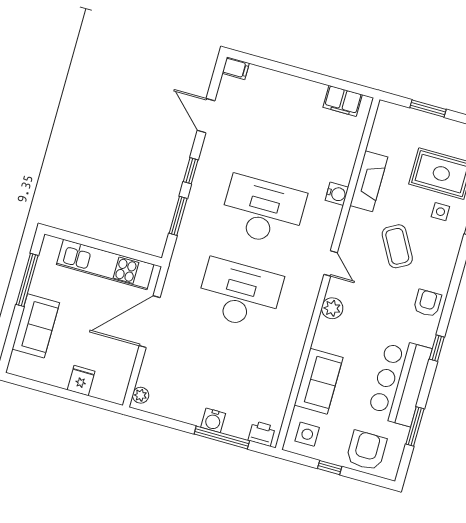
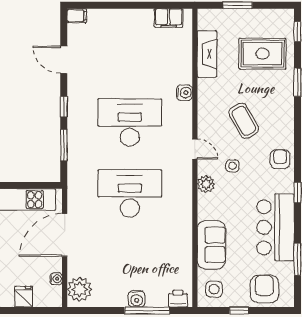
fireplace: (369, 181) -> (207, 54), moved
side table: (440, 212) -> (233, 166), moved
water cooler: (125, 370) -> (56, 279), added
plant: (141, 395) -> (80, 289), width x1.88, depth x1.88

